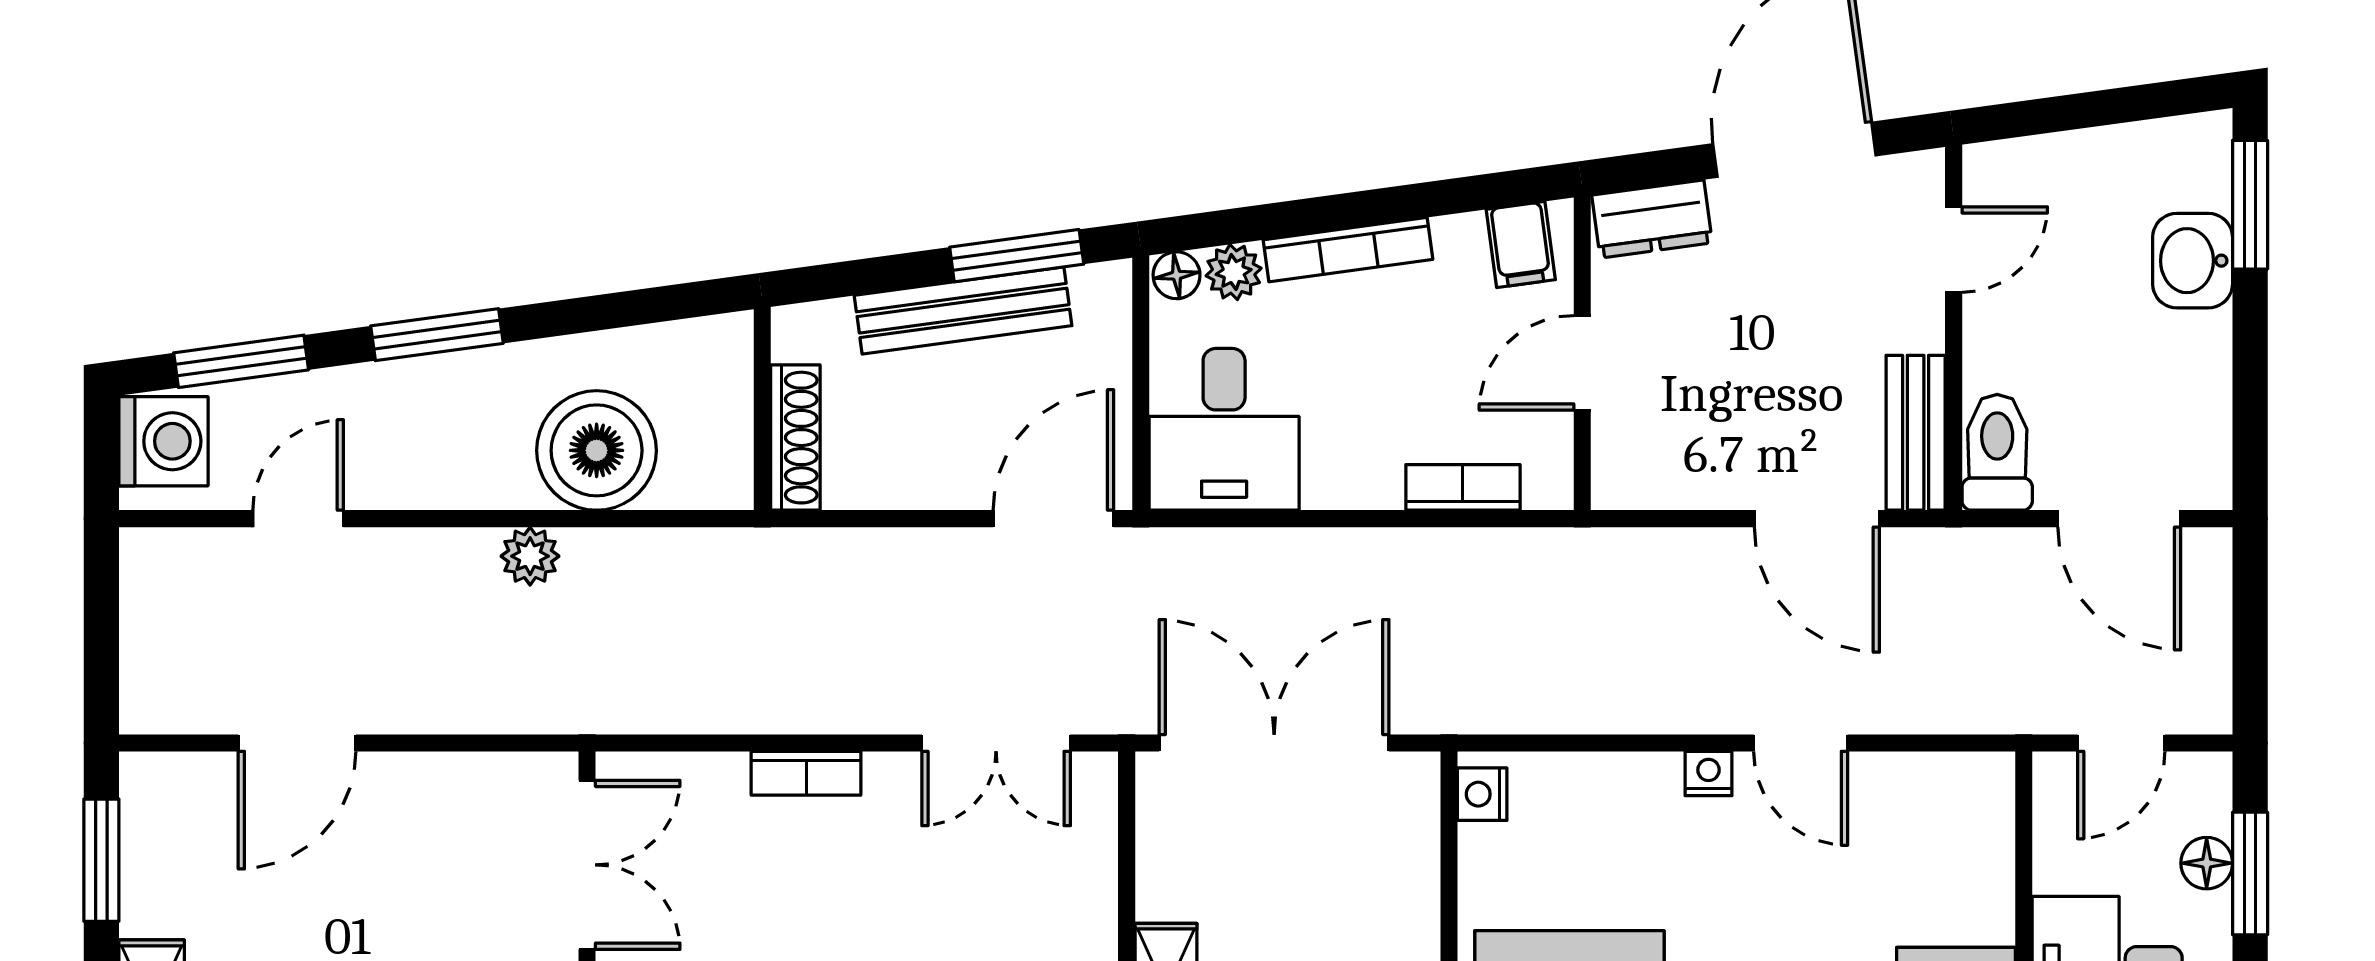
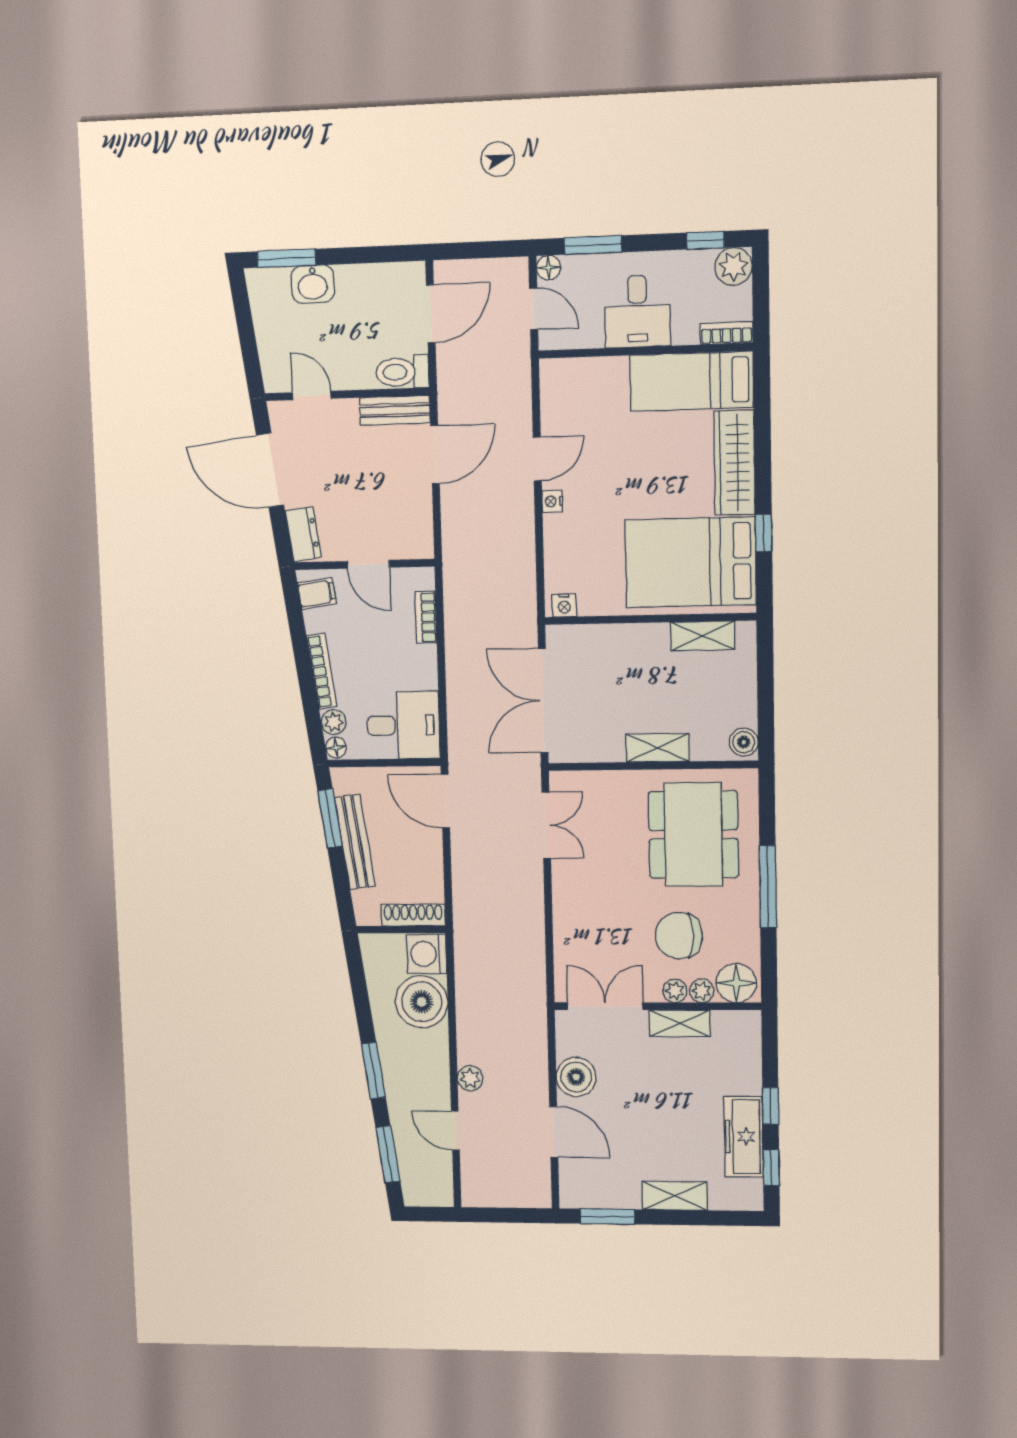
washing machine: (163, 441) -> (427, 954), moved, turned -90
plant: (530, 556) -> (470, 1078), moved
bookcase: (806, 773) -> (562, 910), removed
boiler: (424, 796) -> (576, 1077), added
floor lamp: (2207, 863) -> (549, 268), moved

